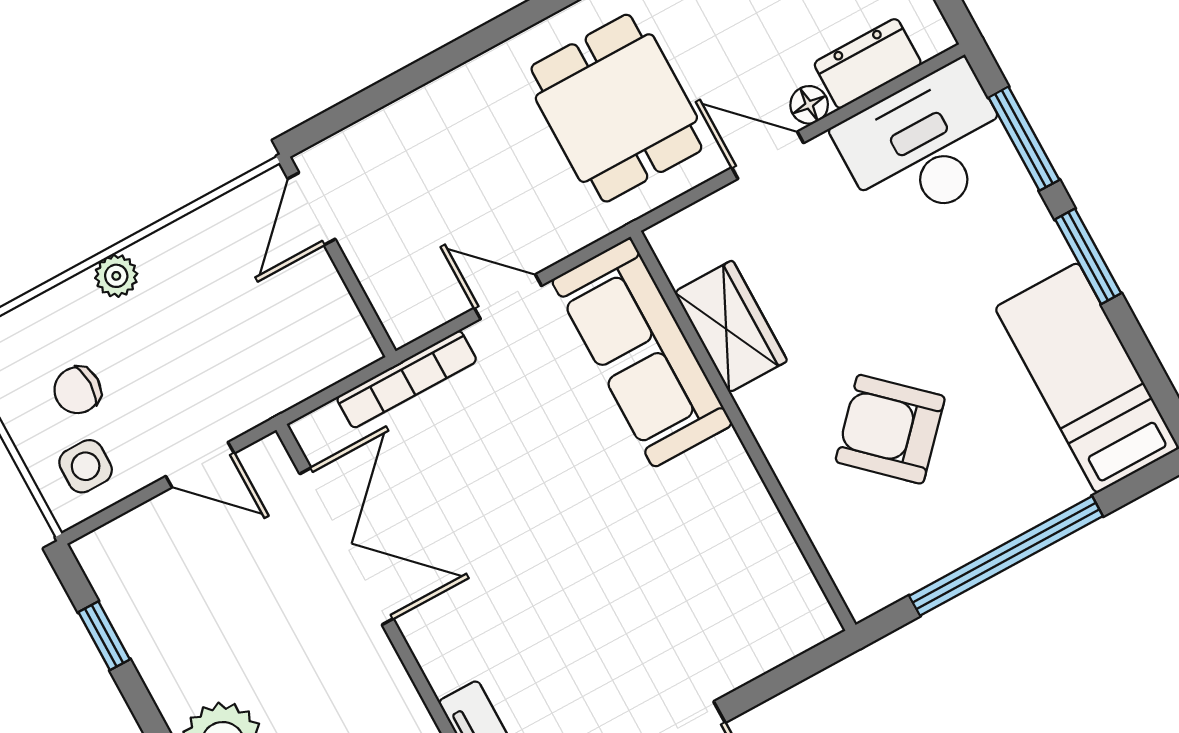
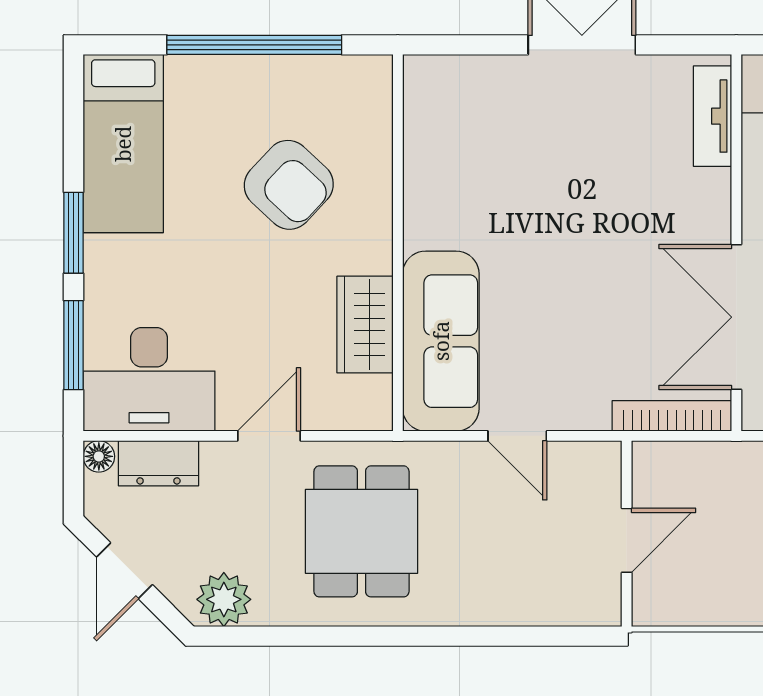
floor lamp: (809, 105) -> (99, 456), moved
door: (768, 155) -> (269, 436), swing flipped
door: (311, 209) -> (627, 540), moved
bookcase: (407, 379) -> (672, 416), moved

